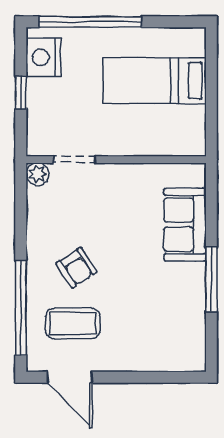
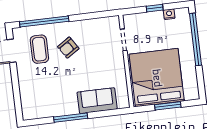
nightstand: (43, 57) -> (169, 14), width x0.53, depth x0.56
bed: (155, 81) -> (157, 78), width x2.04
window: (211, 90) -> (168, 106), added
plant: (38, 174) -> (114, 22), removed

